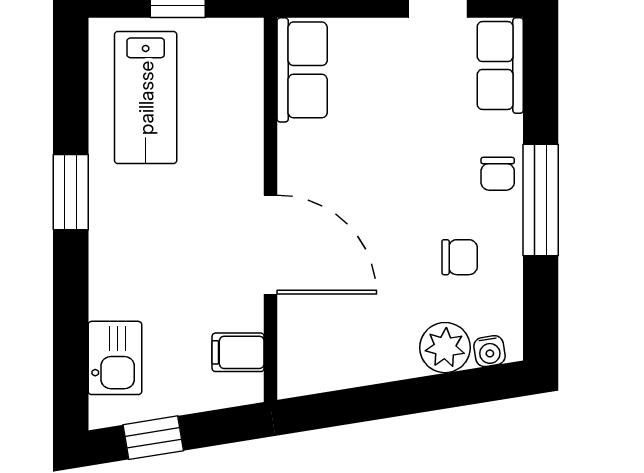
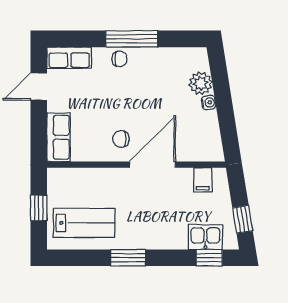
row of seats: (302, 70) -> (59, 137), moved, turned 90
chair: (460, 257) -> (121, 139), moved, turned -90
water cooler: (489, 351) -> (209, 103), moved
window: (71, 366) -> (209, 258), added

